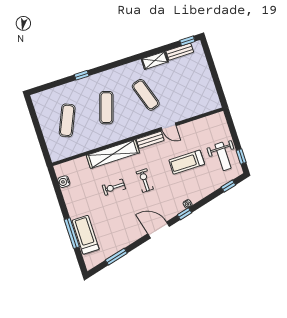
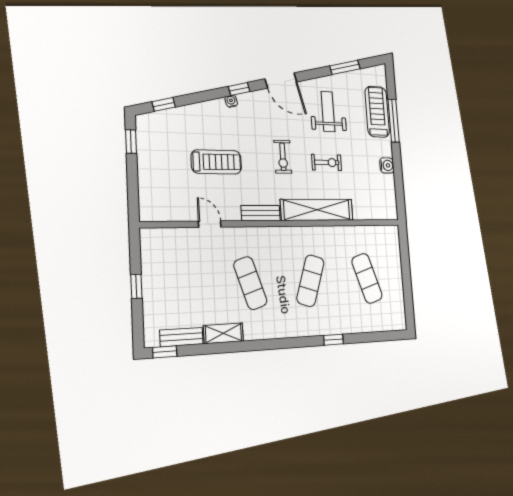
window: (214, 73) -> (136, 286), added
exercise mat: (67, 120) -> (367, 278), turned -42
door: (169, 127) -> (210, 224), moved
weight bench: (223, 156) -> (328, 111), moved
water cooler: (64, 182) -> (387, 165), moved
treadmill: (86, 235) -> (377, 112), turned 180

